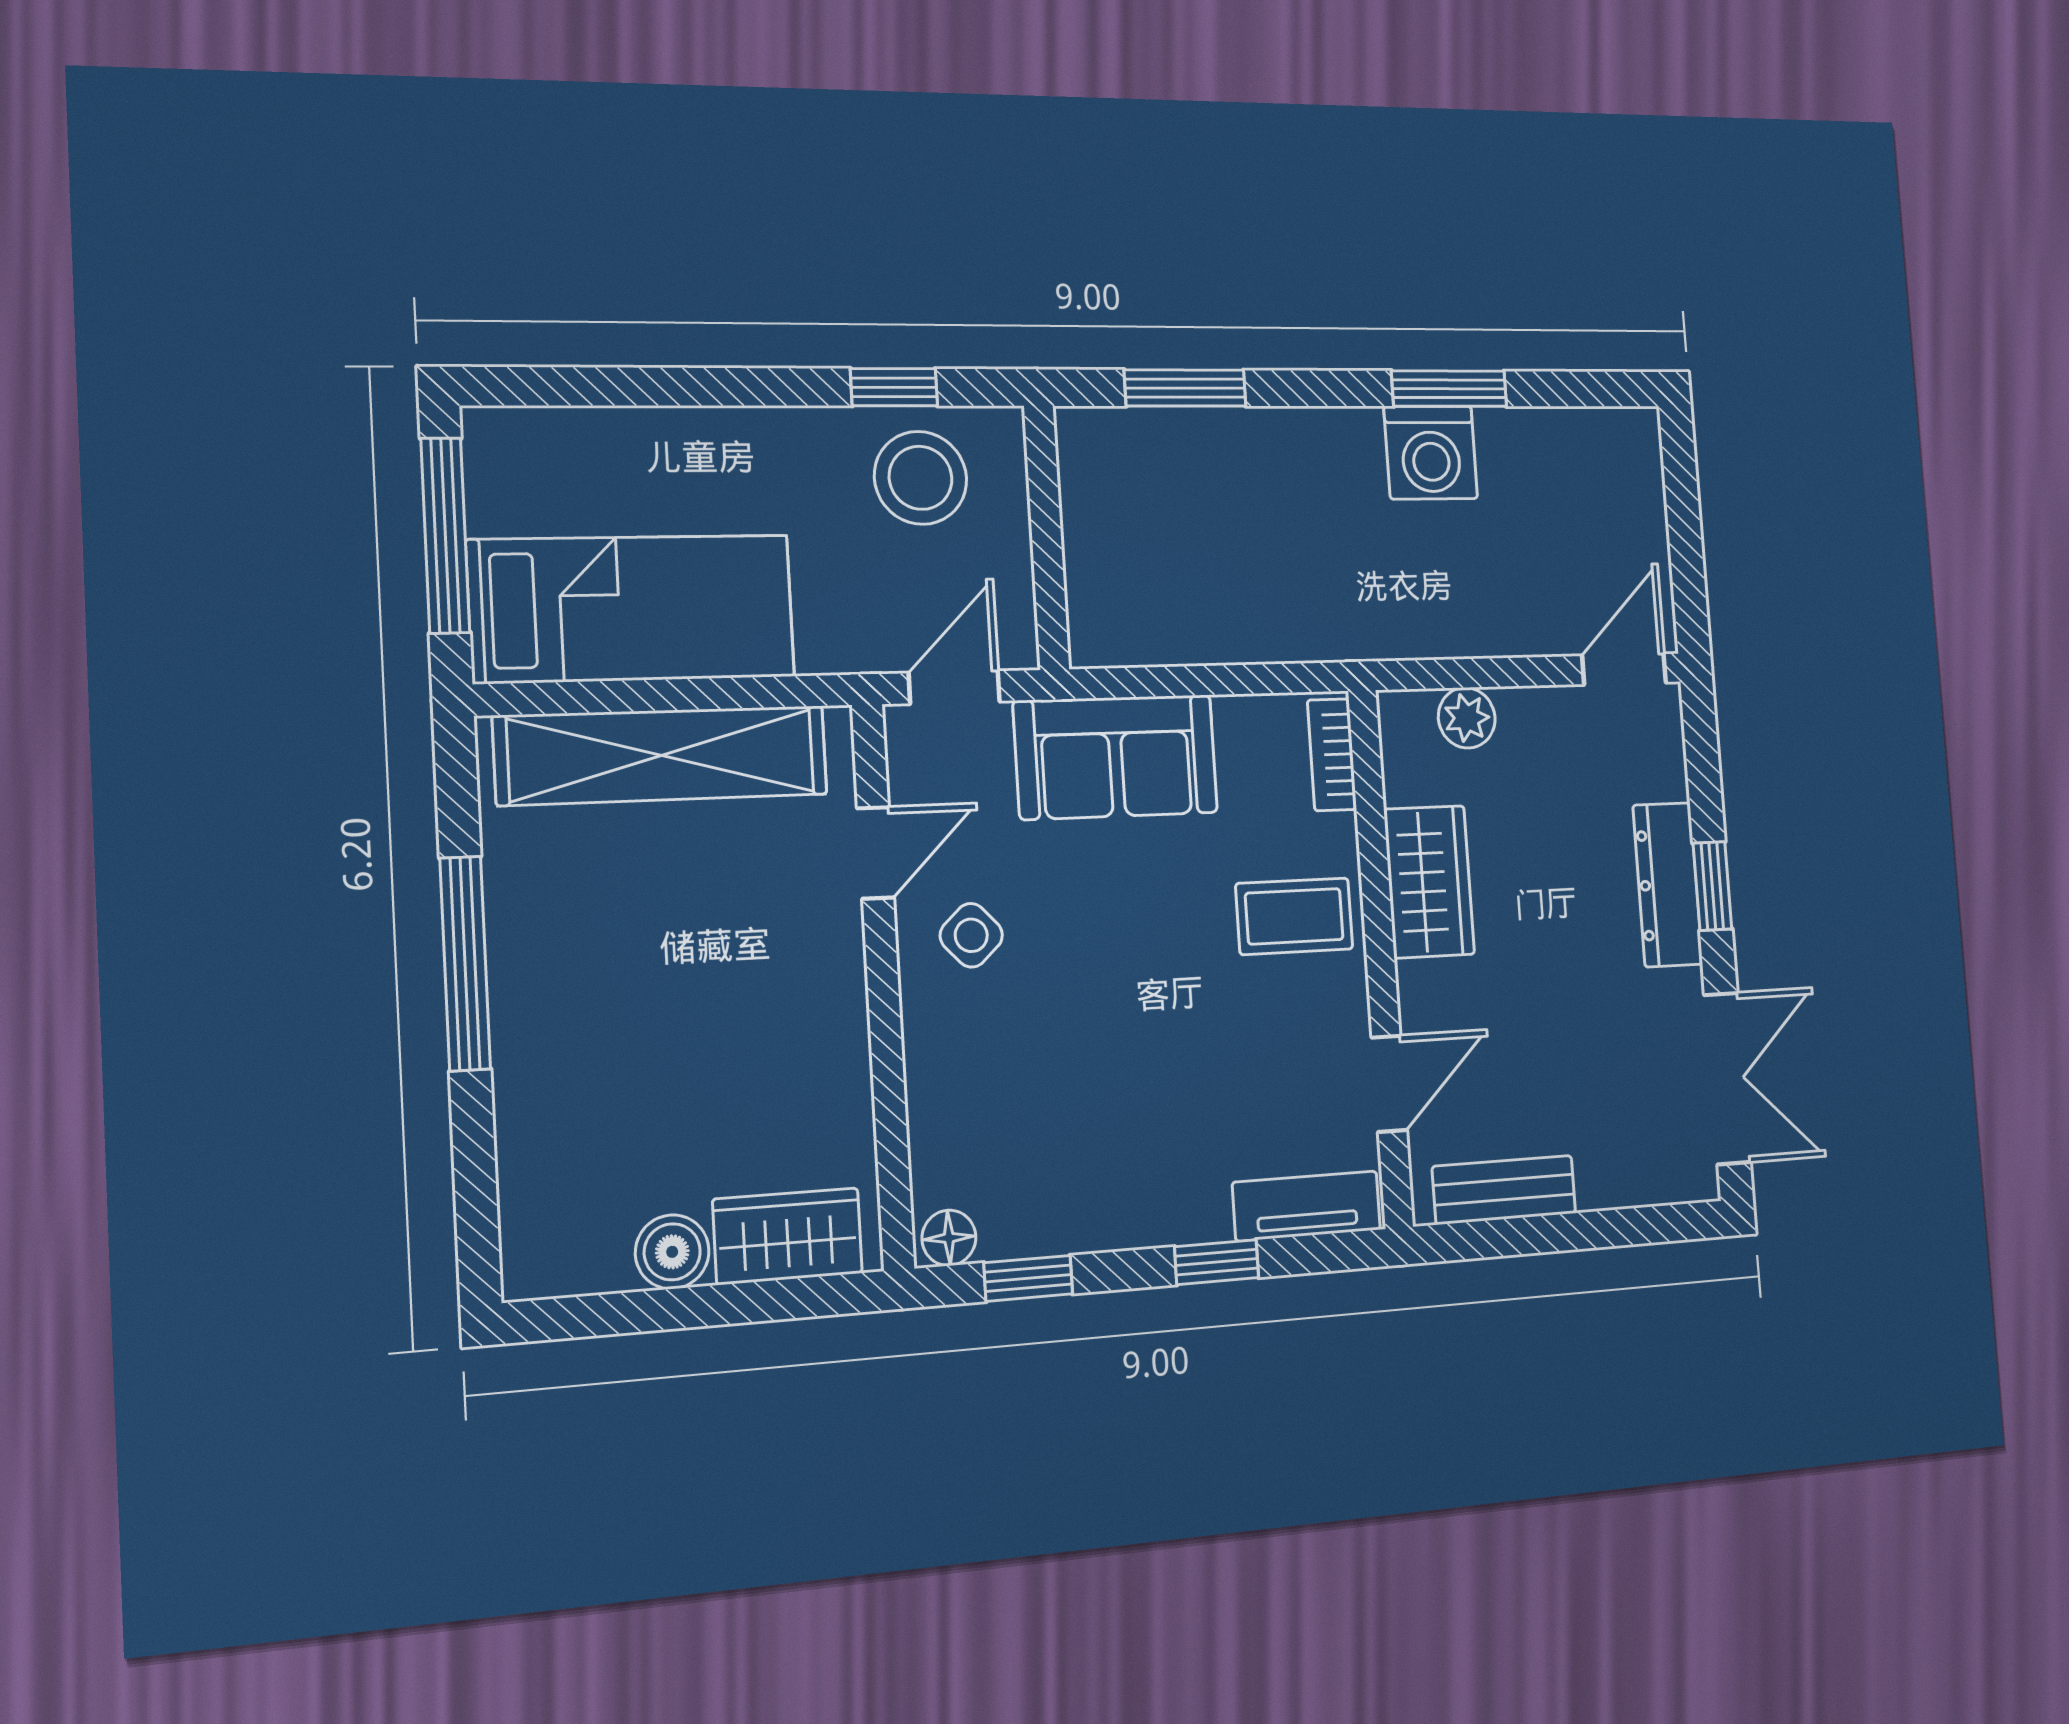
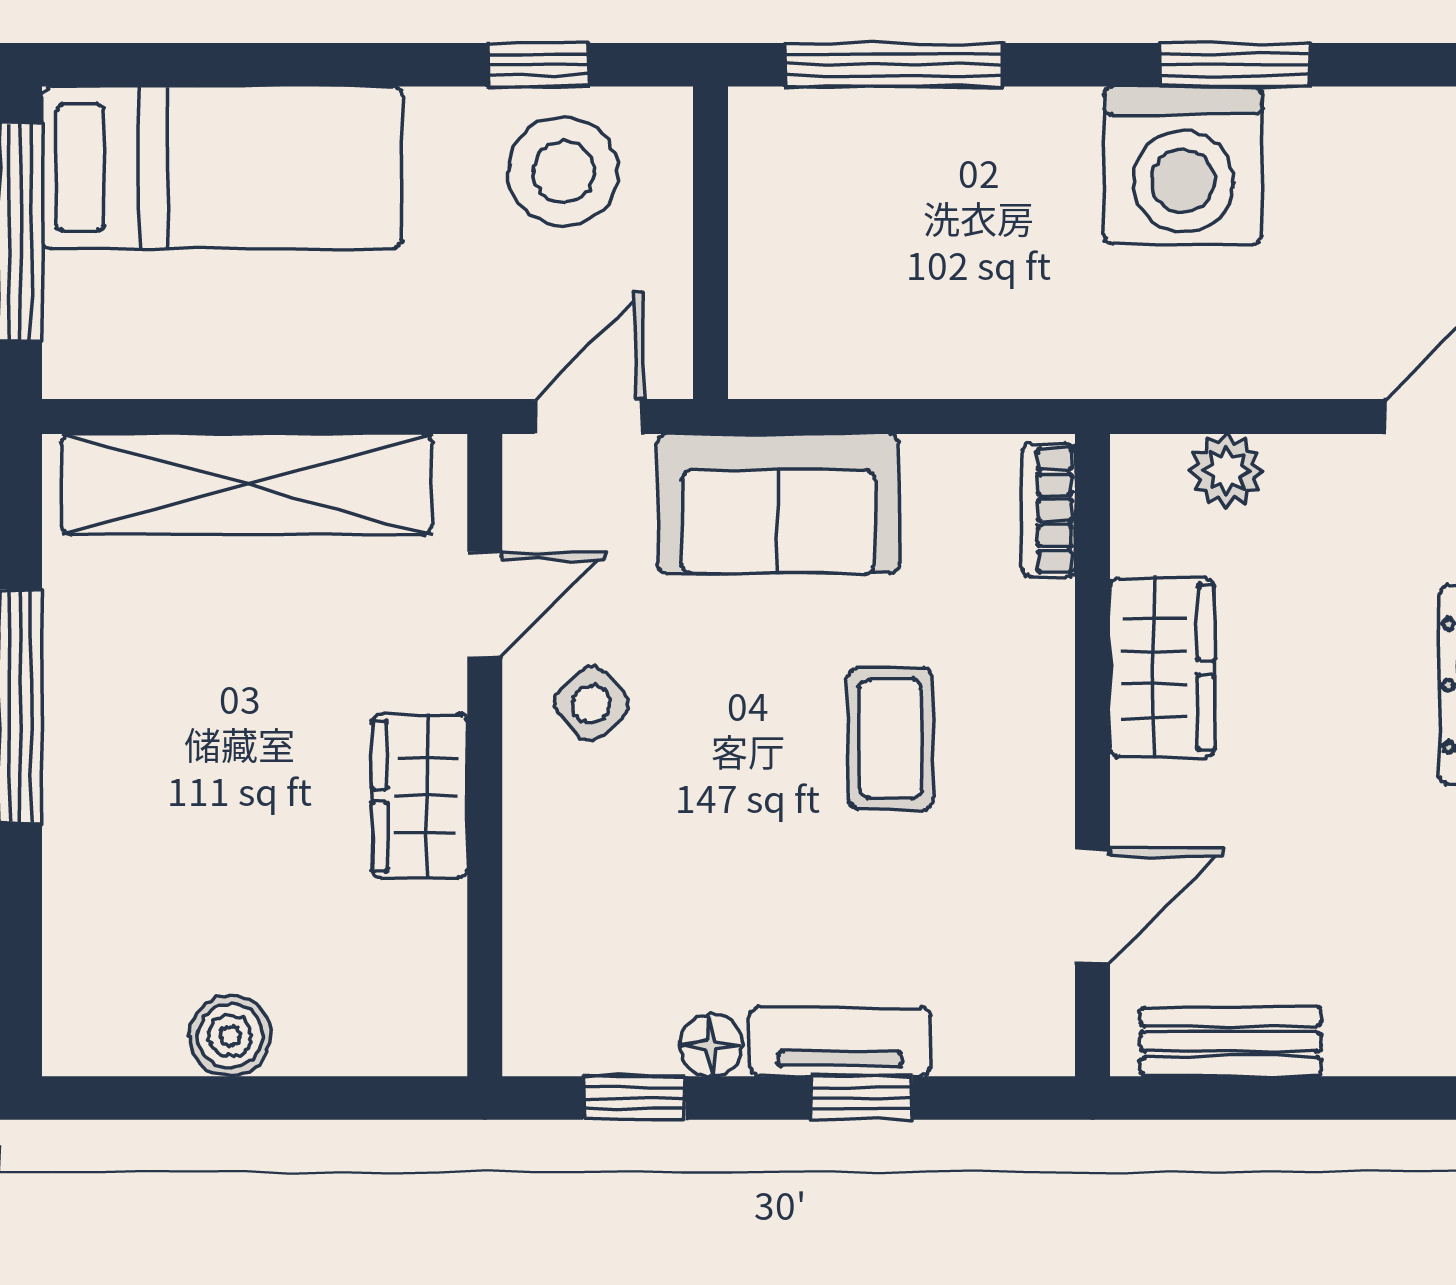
window: (1185, 388) -> (894, 65), width x1.44
washing machine: (1431, 452) -> (1183, 165), width x1.37, depth x1.37
bed: (632, 609) -> (222, 168), moved
coffee table: (1294, 916) -> (890, 739), moved, turned 90
tv unit: (1307, 1206) -> (840, 1042), moved
wardrobe: (788, 1236) -> (420, 796), moved, turned -90
floor lamp: (949, 1238) -> (711, 1045), moved

